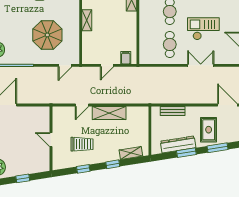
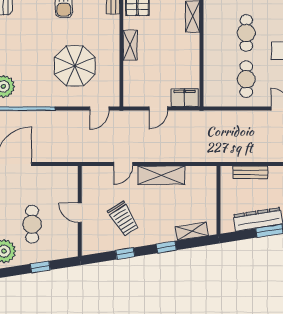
filing cabinet: (126, 58) -> (185, 98), width x2.00
trolley: (82, 144) -> (123, 219), turned 58
cafe table: (17, 148) -> (32, 224), added

